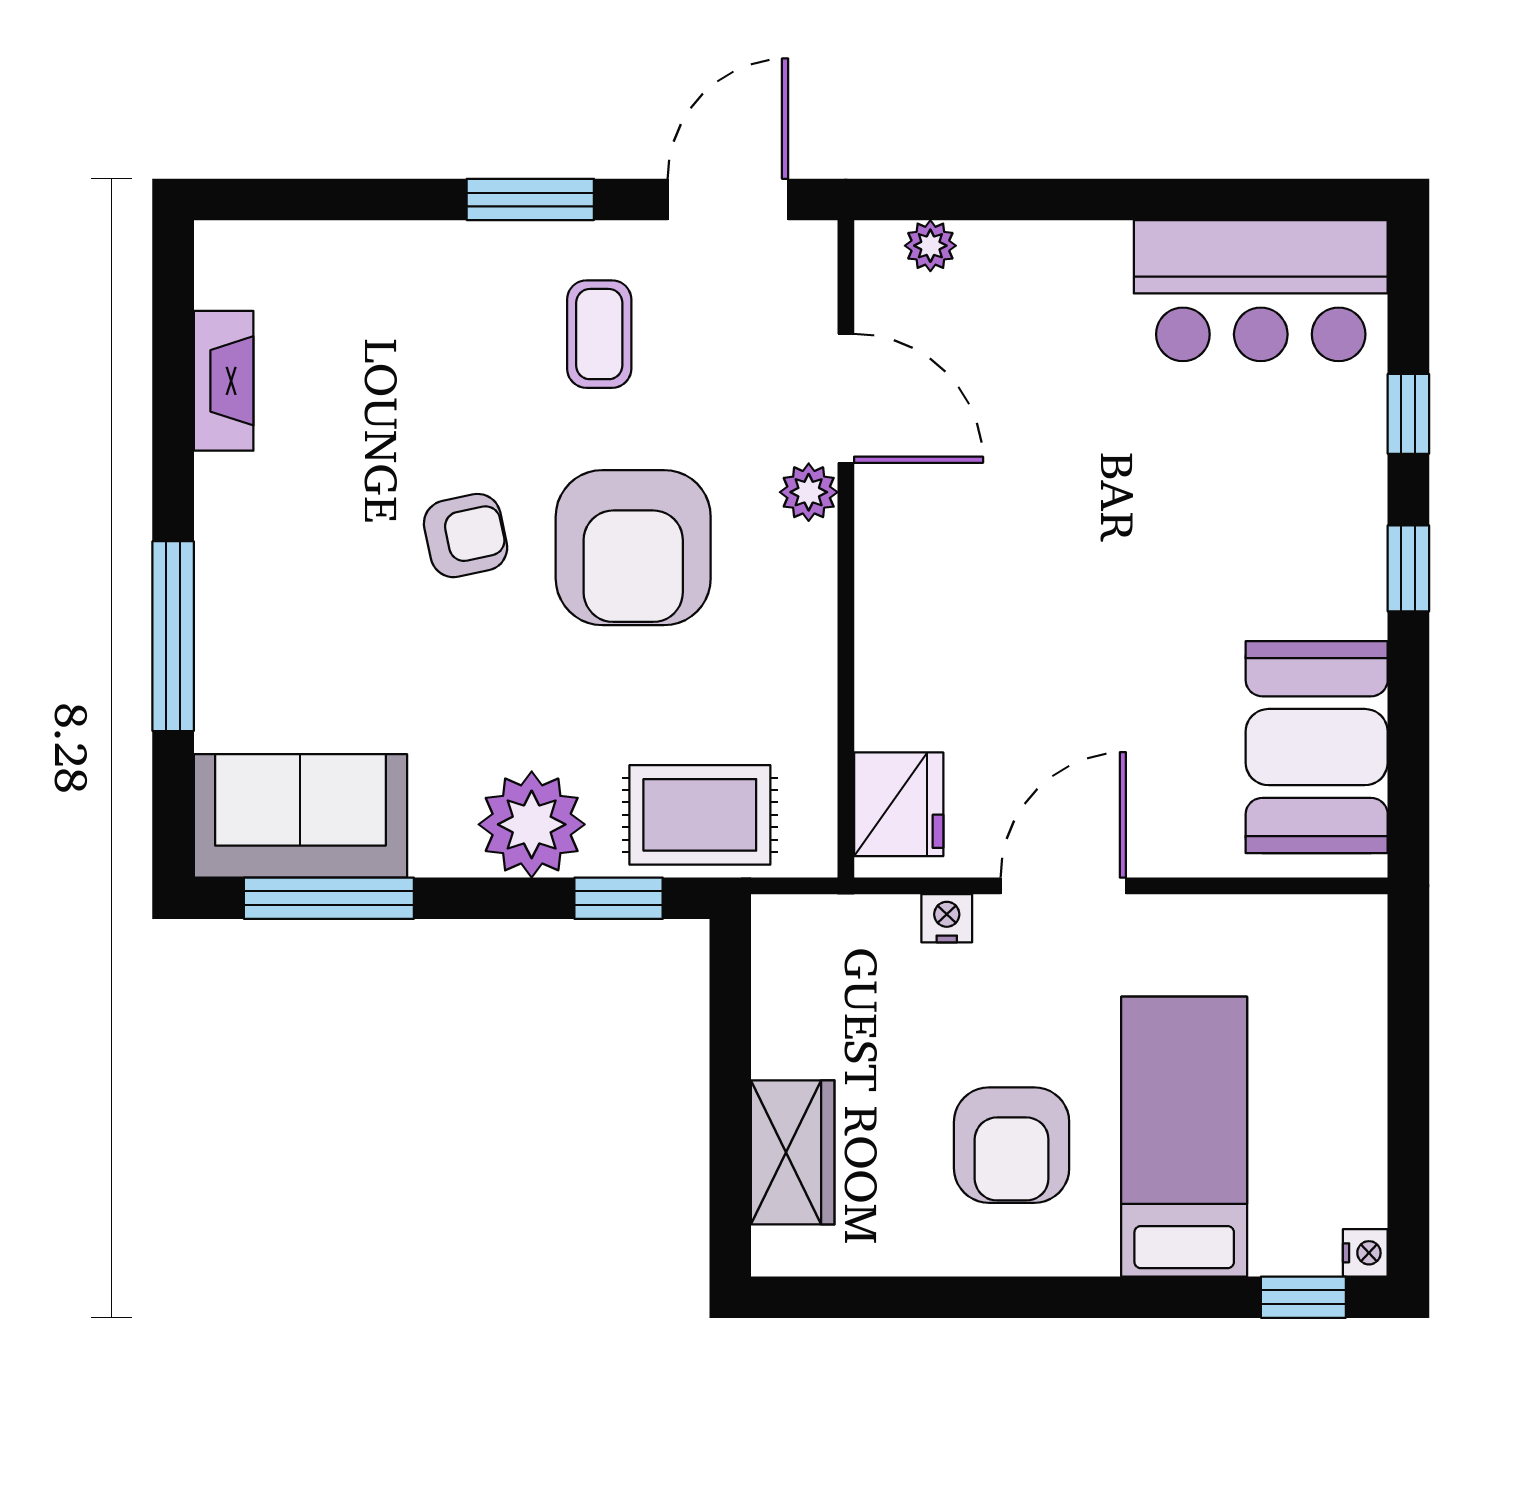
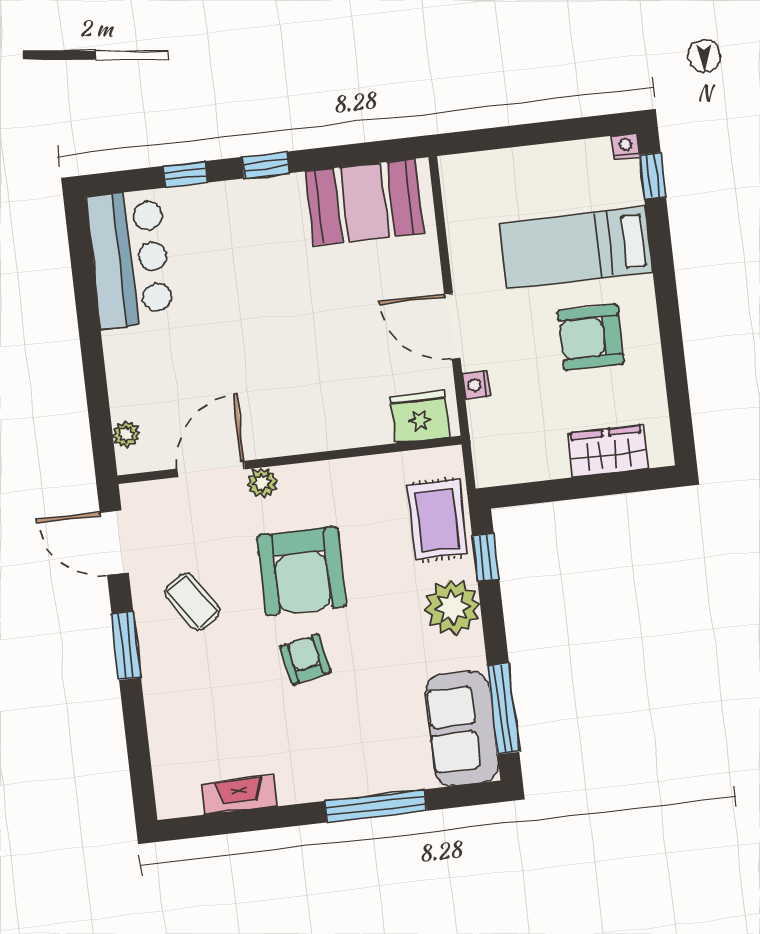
coffee table: (599, 334) -> (192, 602), turned 56
armchair: (633, 548) -> (302, 571), turned 90
armchair: (1012, 1145) -> (591, 337), turned 180

